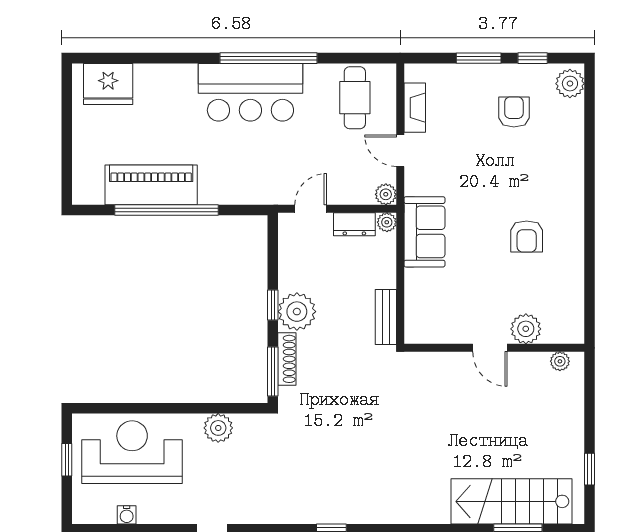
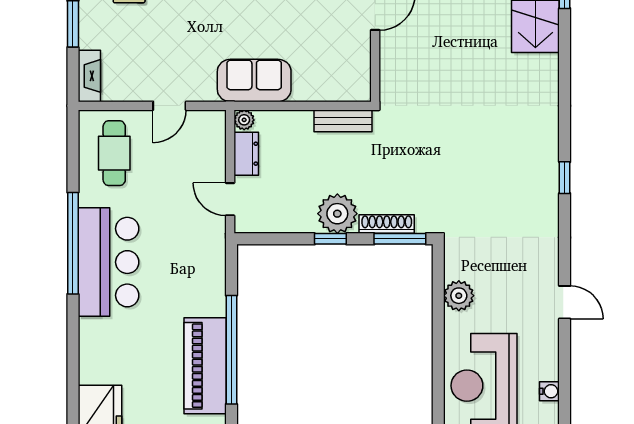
cafe table: (355, 98) -> (114, 153), turned 90
fireplace: (415, 108) -> (89, 76), moved, turned 90
plant: (386, 194) -> (215, 121), removed

